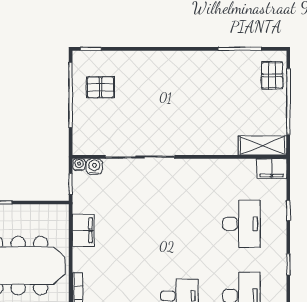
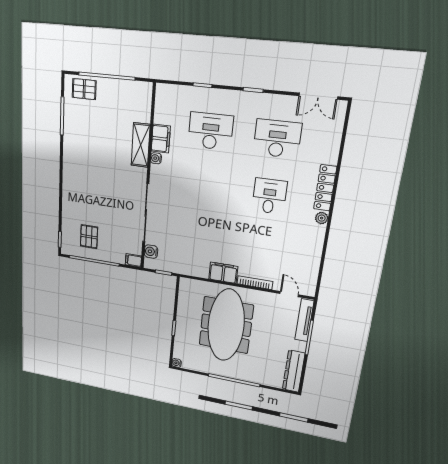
filing cabinet: (80, 145) -> (133, 260), added
shelving: (263, 146) -> (141, 145), moved
water cooler: (79, 165) -> (156, 158), moved
filing cabinet: (272, 169) -> (161, 139), moved
filing cabinet: (83, 230) -> (223, 273), moved

